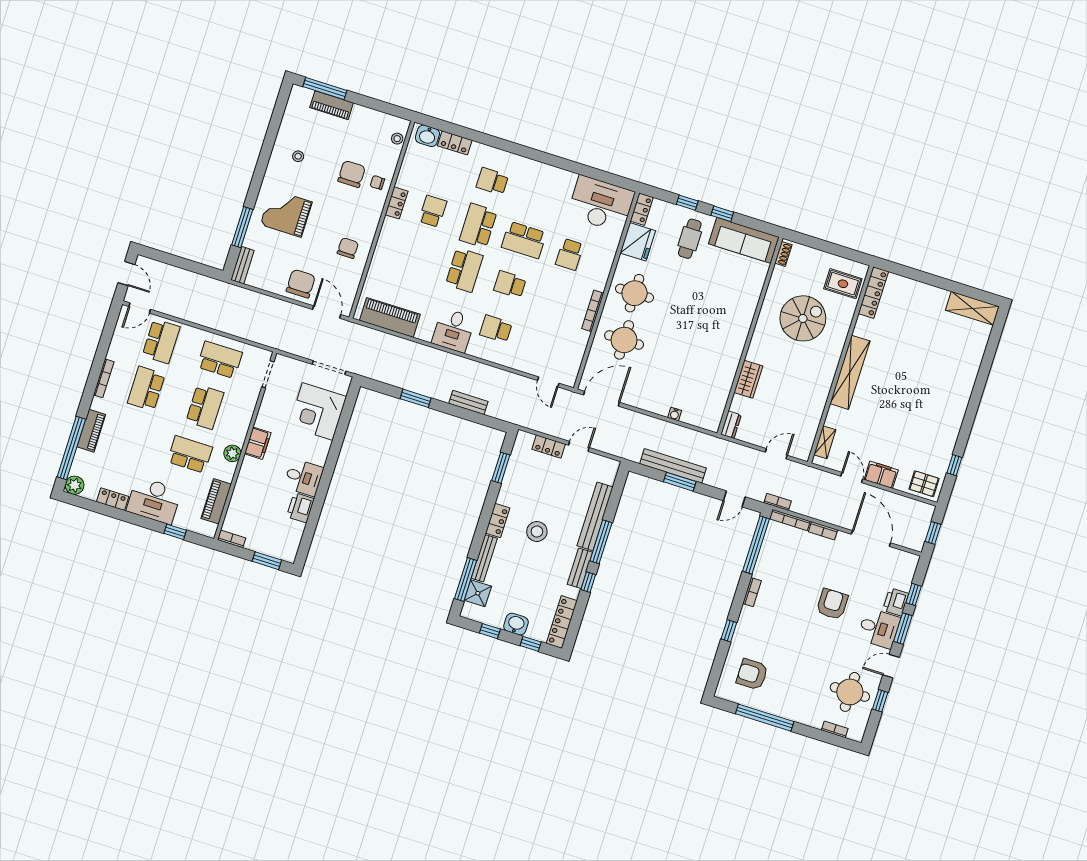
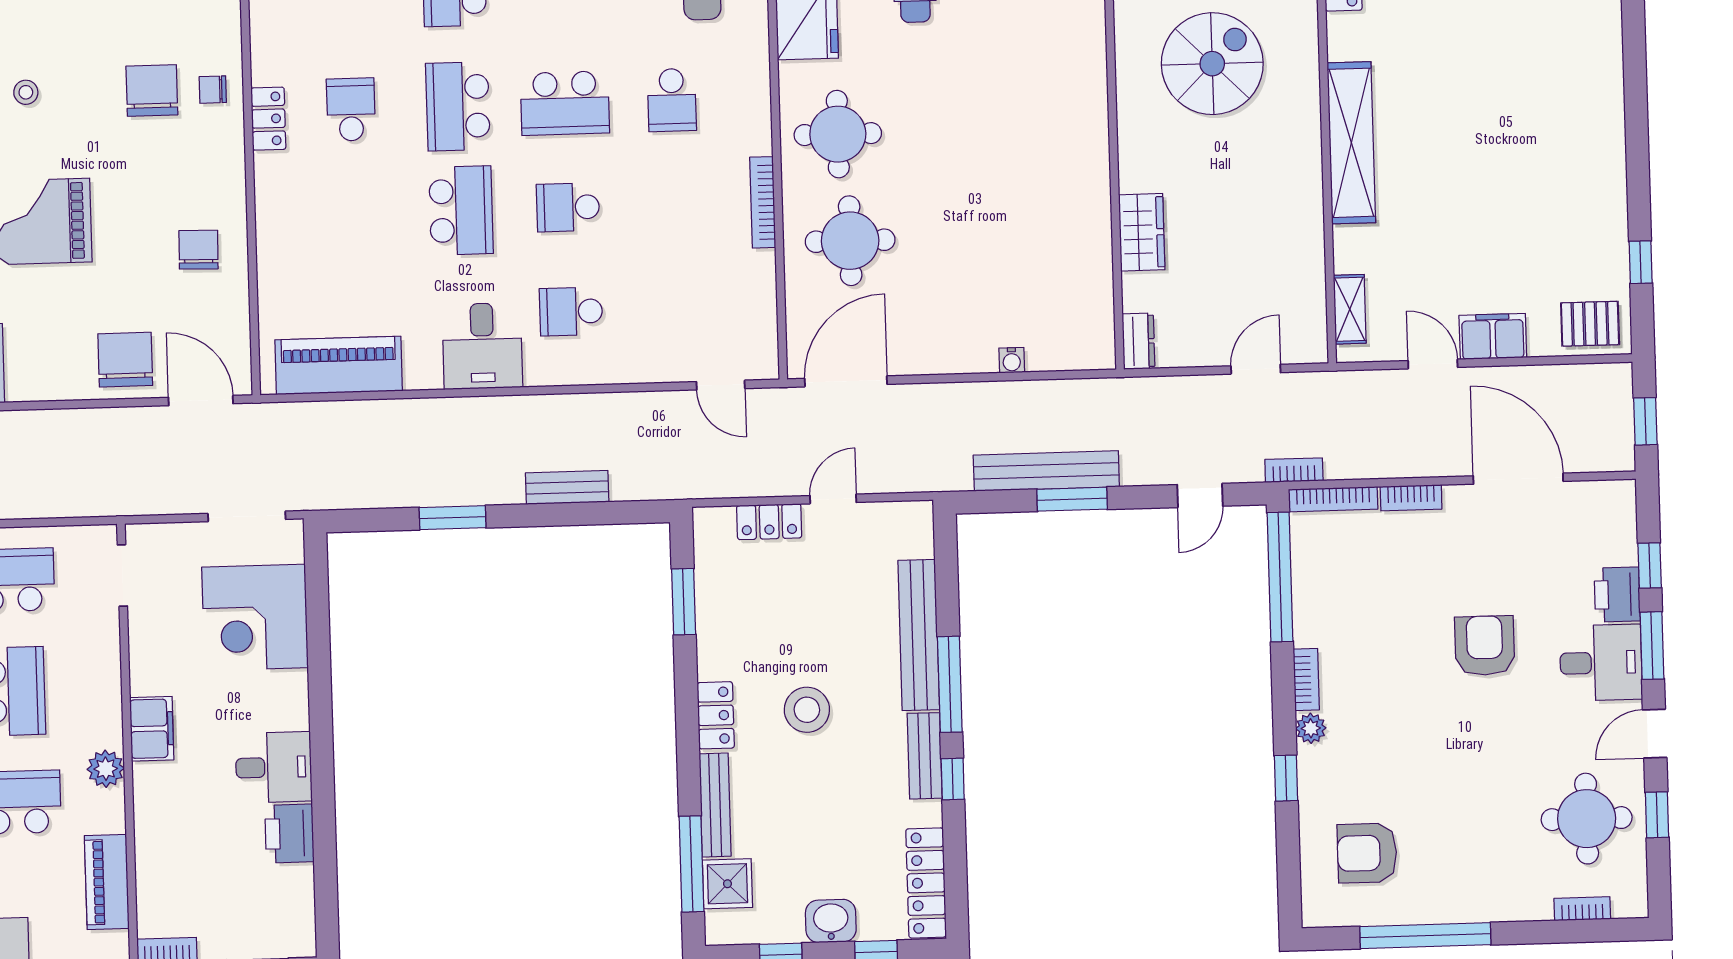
plant: (747, 613) -> (1311, 728), added

